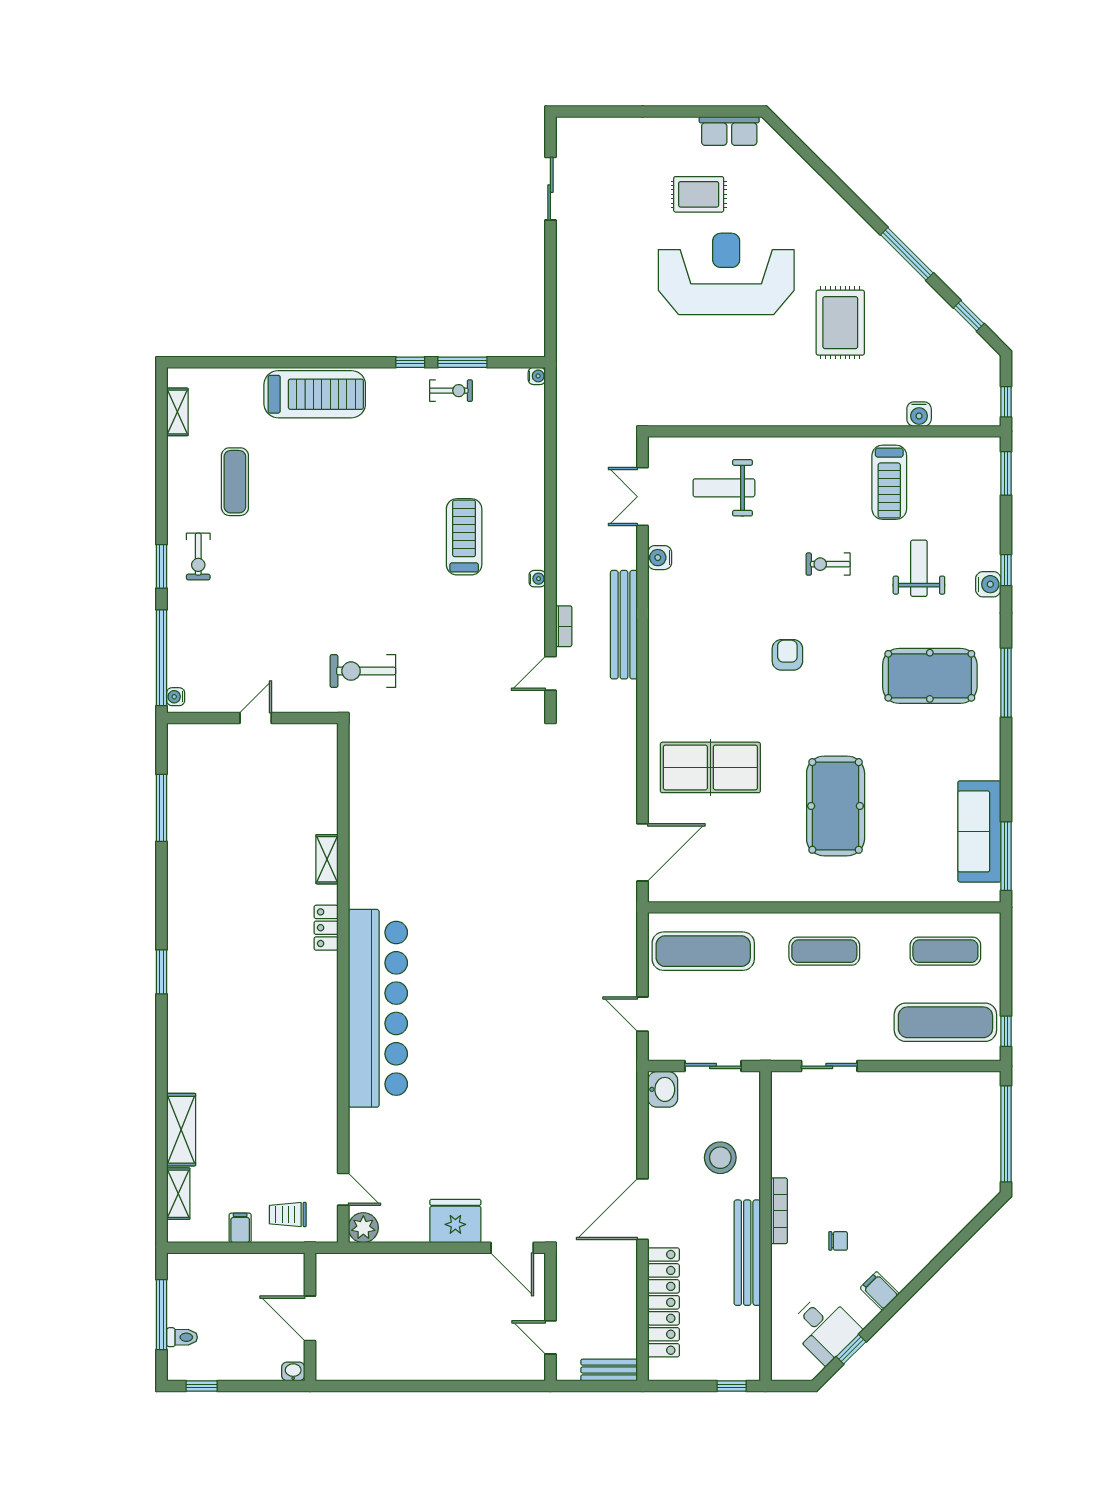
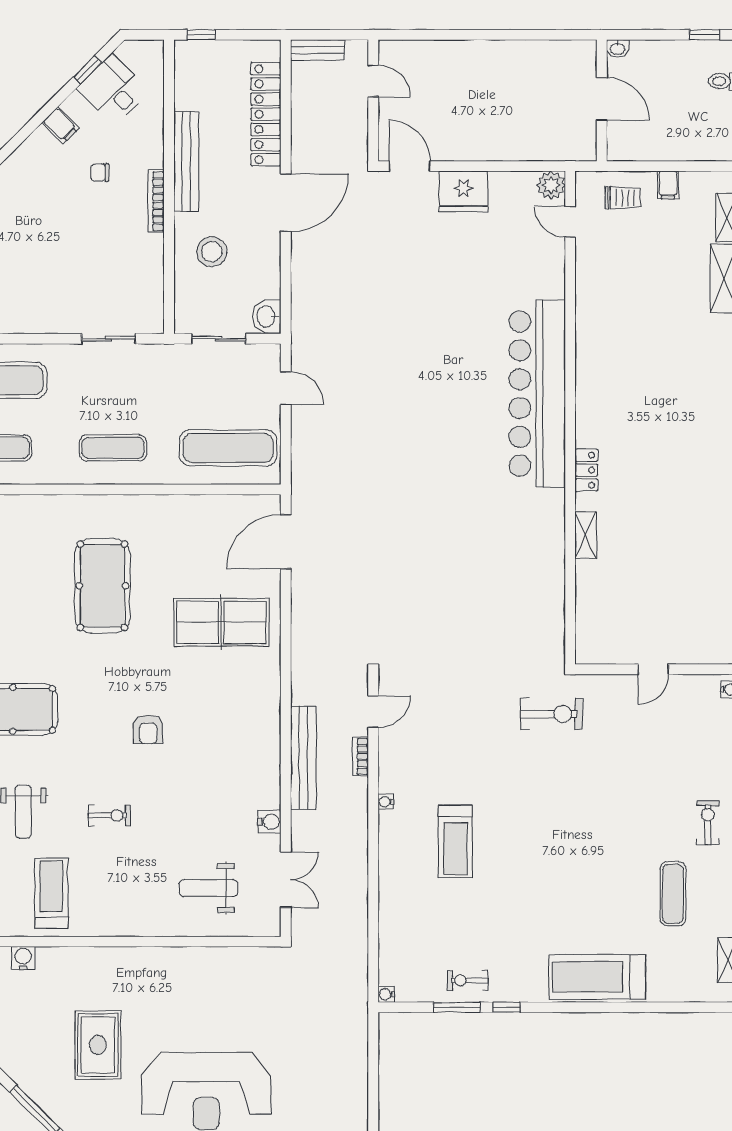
weight bench: (724, 488) -> (208, 888), turned 180

